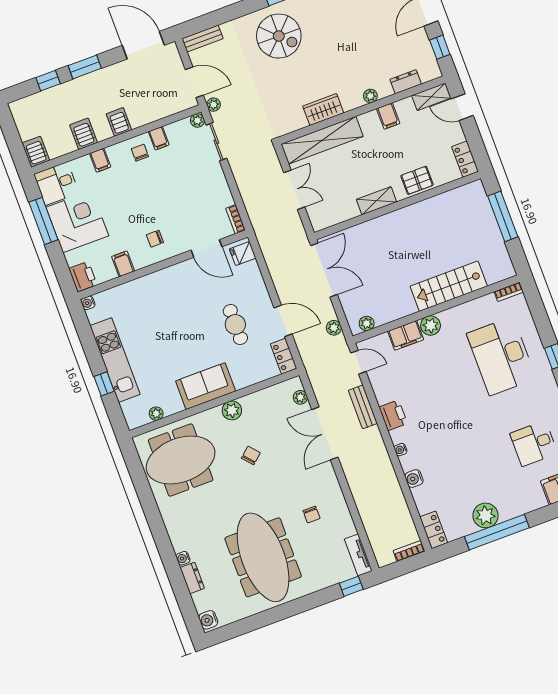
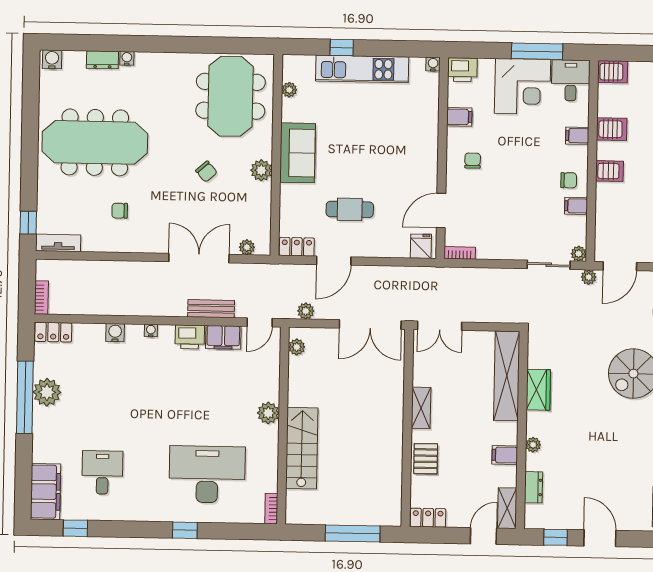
double door: (294, 190) -> (440, 326), moved
filing cabinet: (406, 335) -> (223, 337), moved, turned -90

